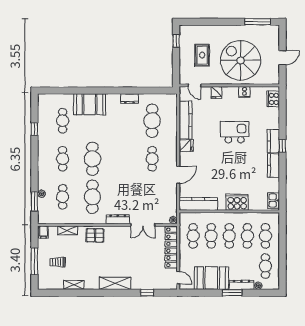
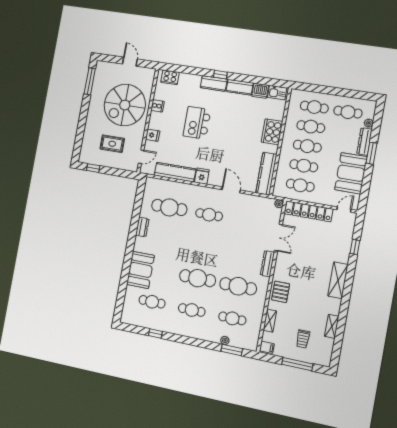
dishwasher: (273, 185) -> (260, 91), added

